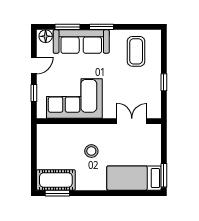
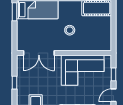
double door: (132, 121) -> (39, 53), width x1.37

